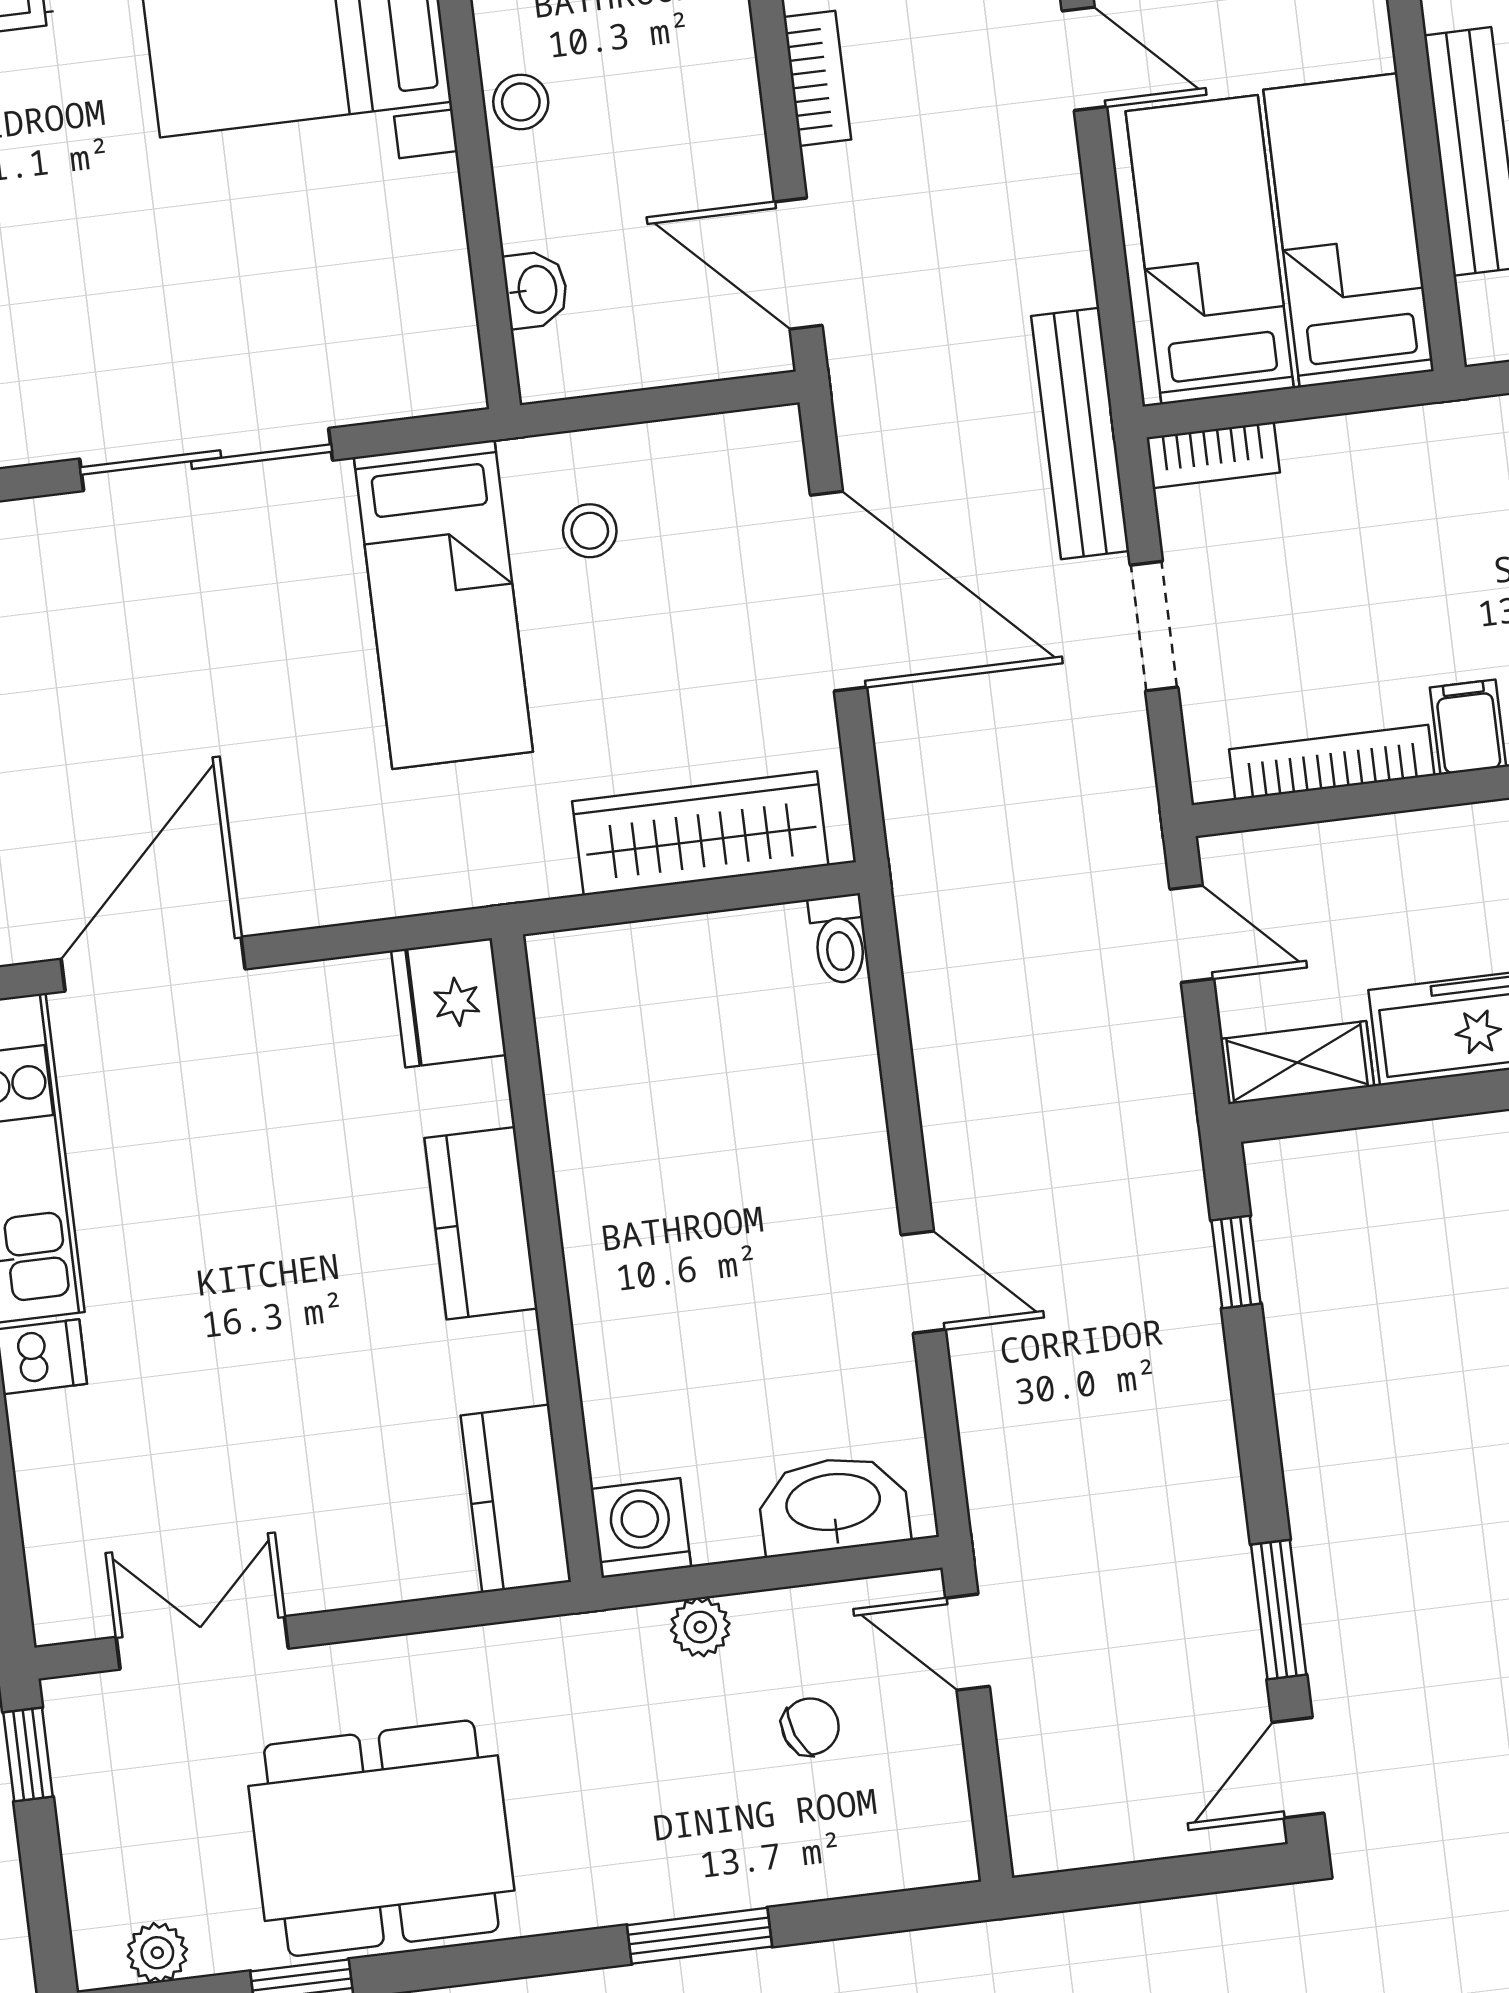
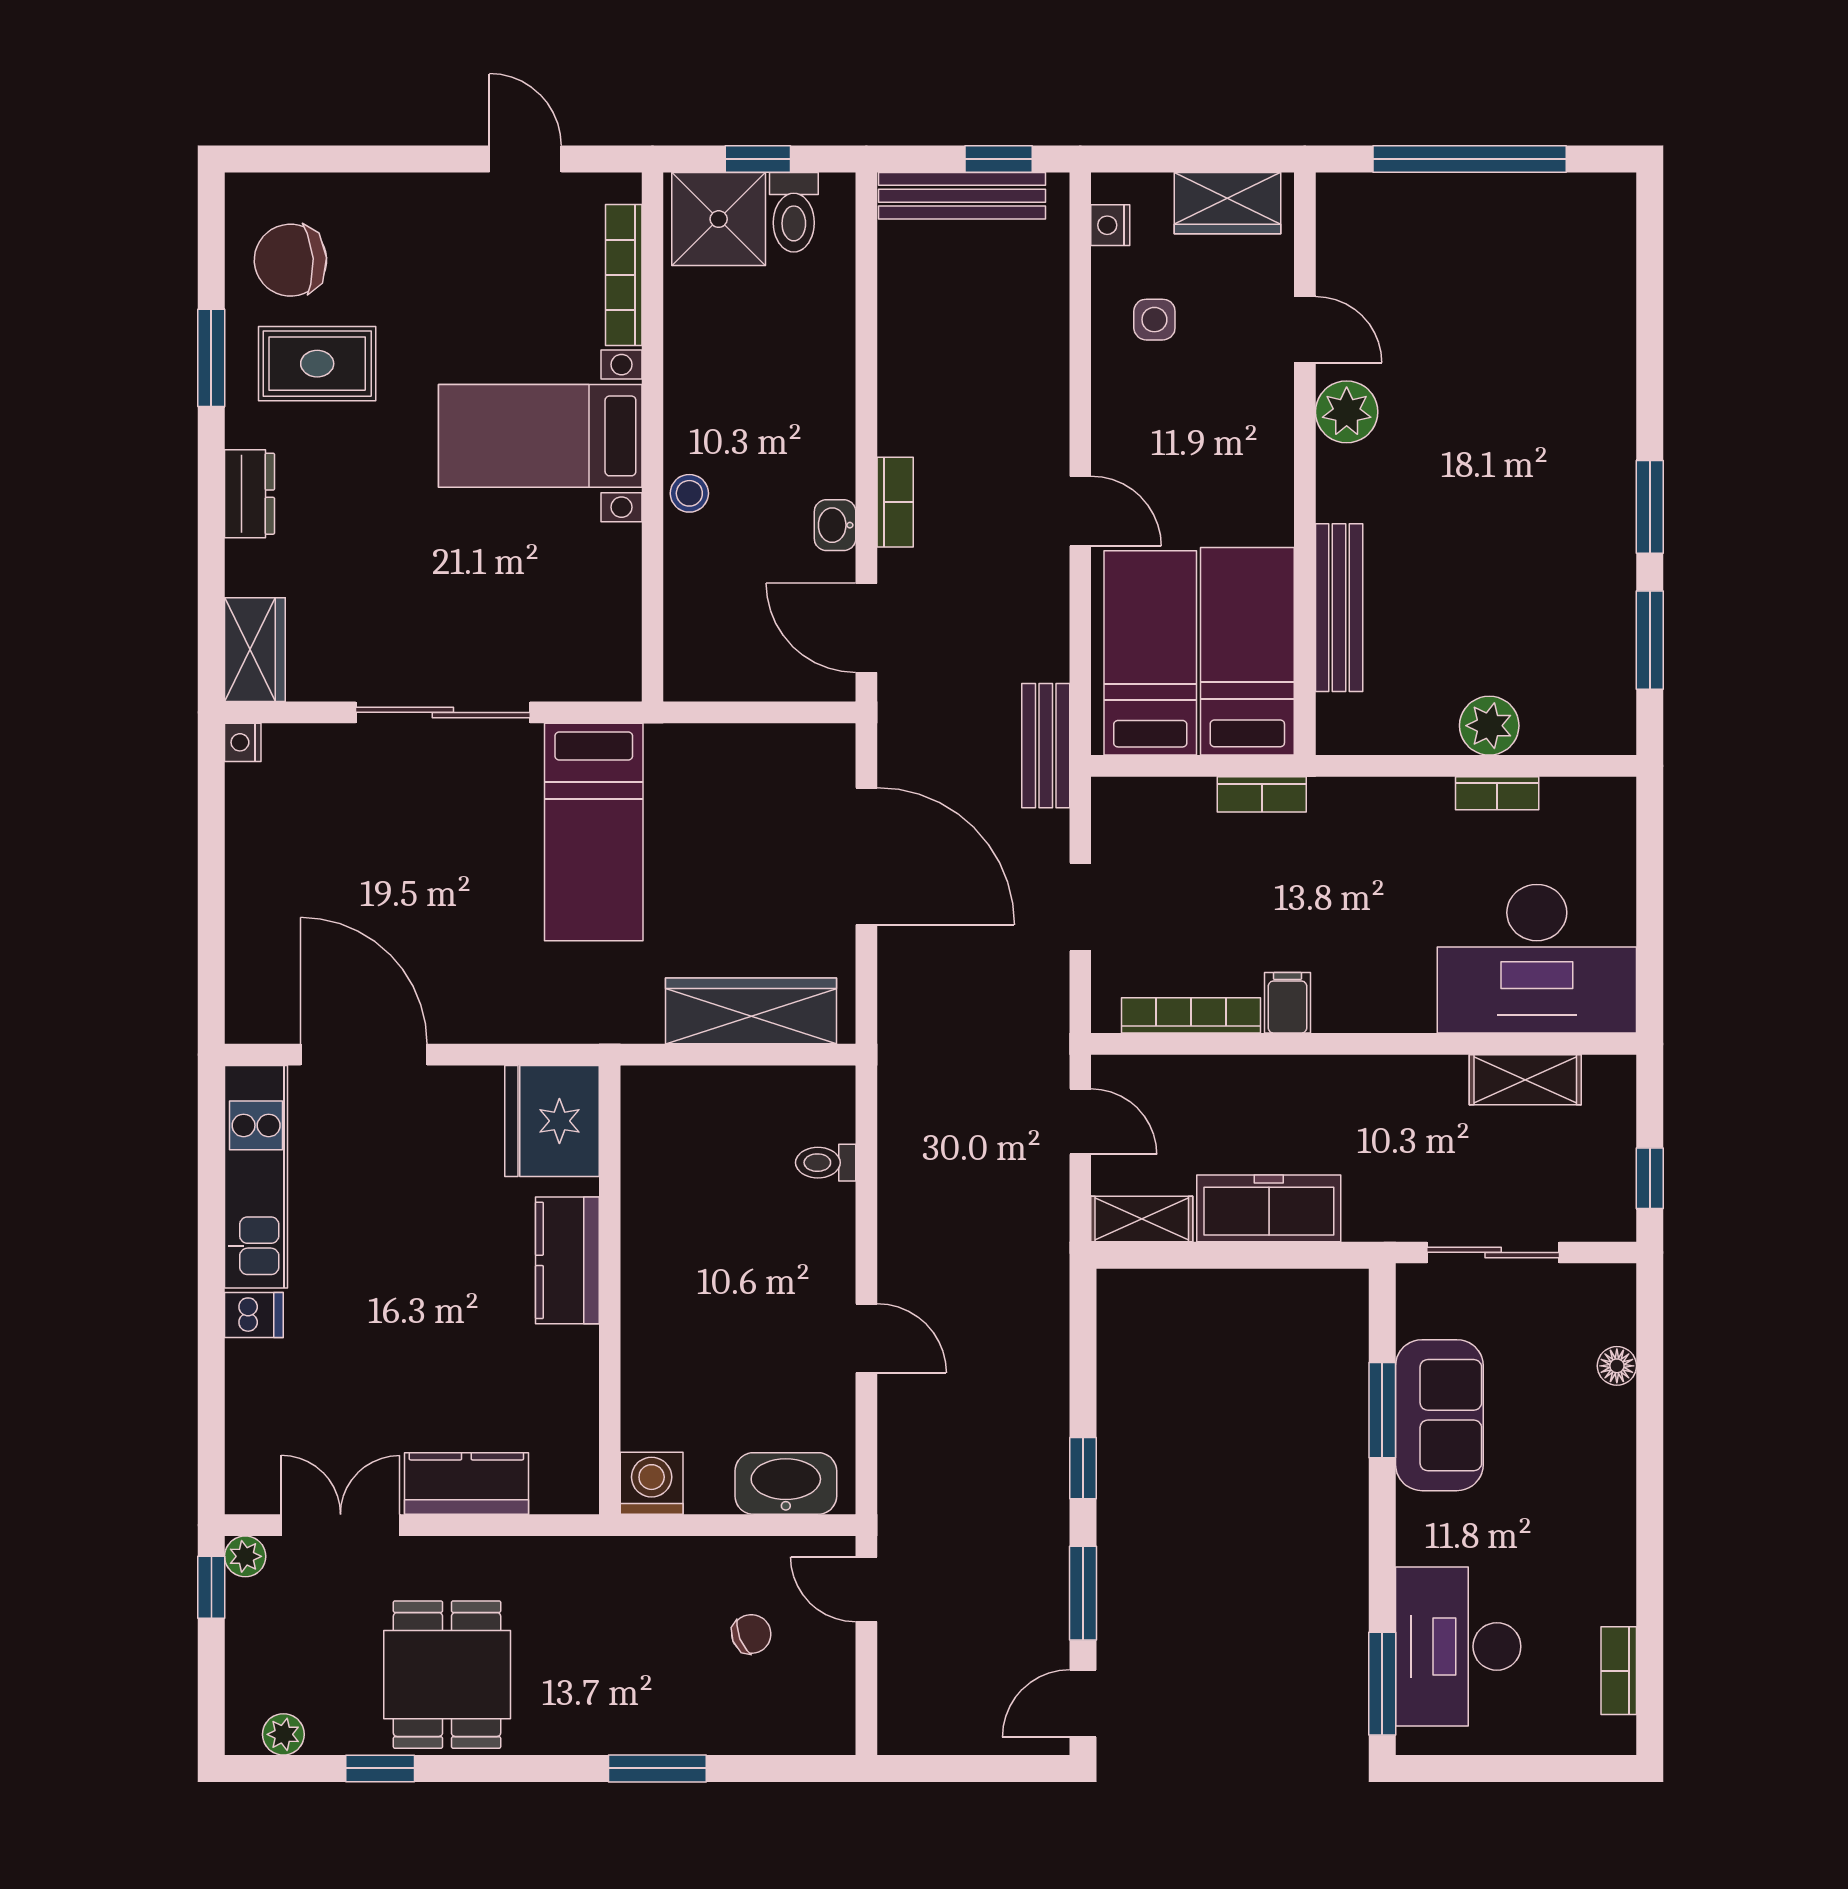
washbasin: (536, 290) -> (835, 525), moved, turned 180
bench: (1080, 433) -> (1046, 746), width x0.73
bookcase: (1213, 455) -> (1262, 794), moved
stool: (590, 531) -> (701, 794), removed
toilet: (839, 939) -> (826, 1163), moved, turned 90
door: (153, 964) -> (364, 1055), hinge flipped
fridge: (449, 1003) -> (552, 1121), width x1.36, depth x1.34
window: (1236, 1262) -> (1083, 1468), moved
kitchen counter: (516, 1499) -> (466, 1484), moved, turned 90
plant: (700, 1627) -> (245, 1556), moved
dining table: (381, 1838) -> (447, 1675), width x0.73

